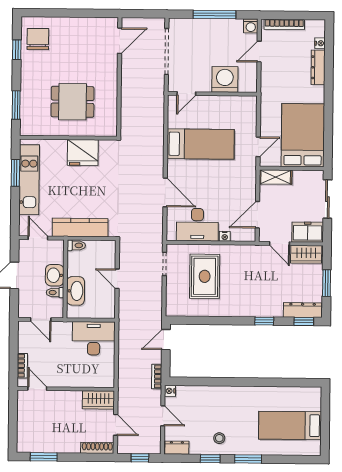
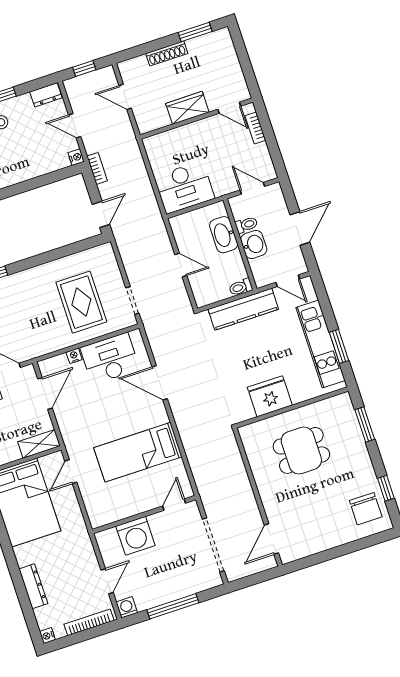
nightstand: (320, 43) -> (47, 636), moved
wardrobe: (98, 400) -> (187, 108), moved
shoe rack: (97, 448) -> (167, 53), moved

